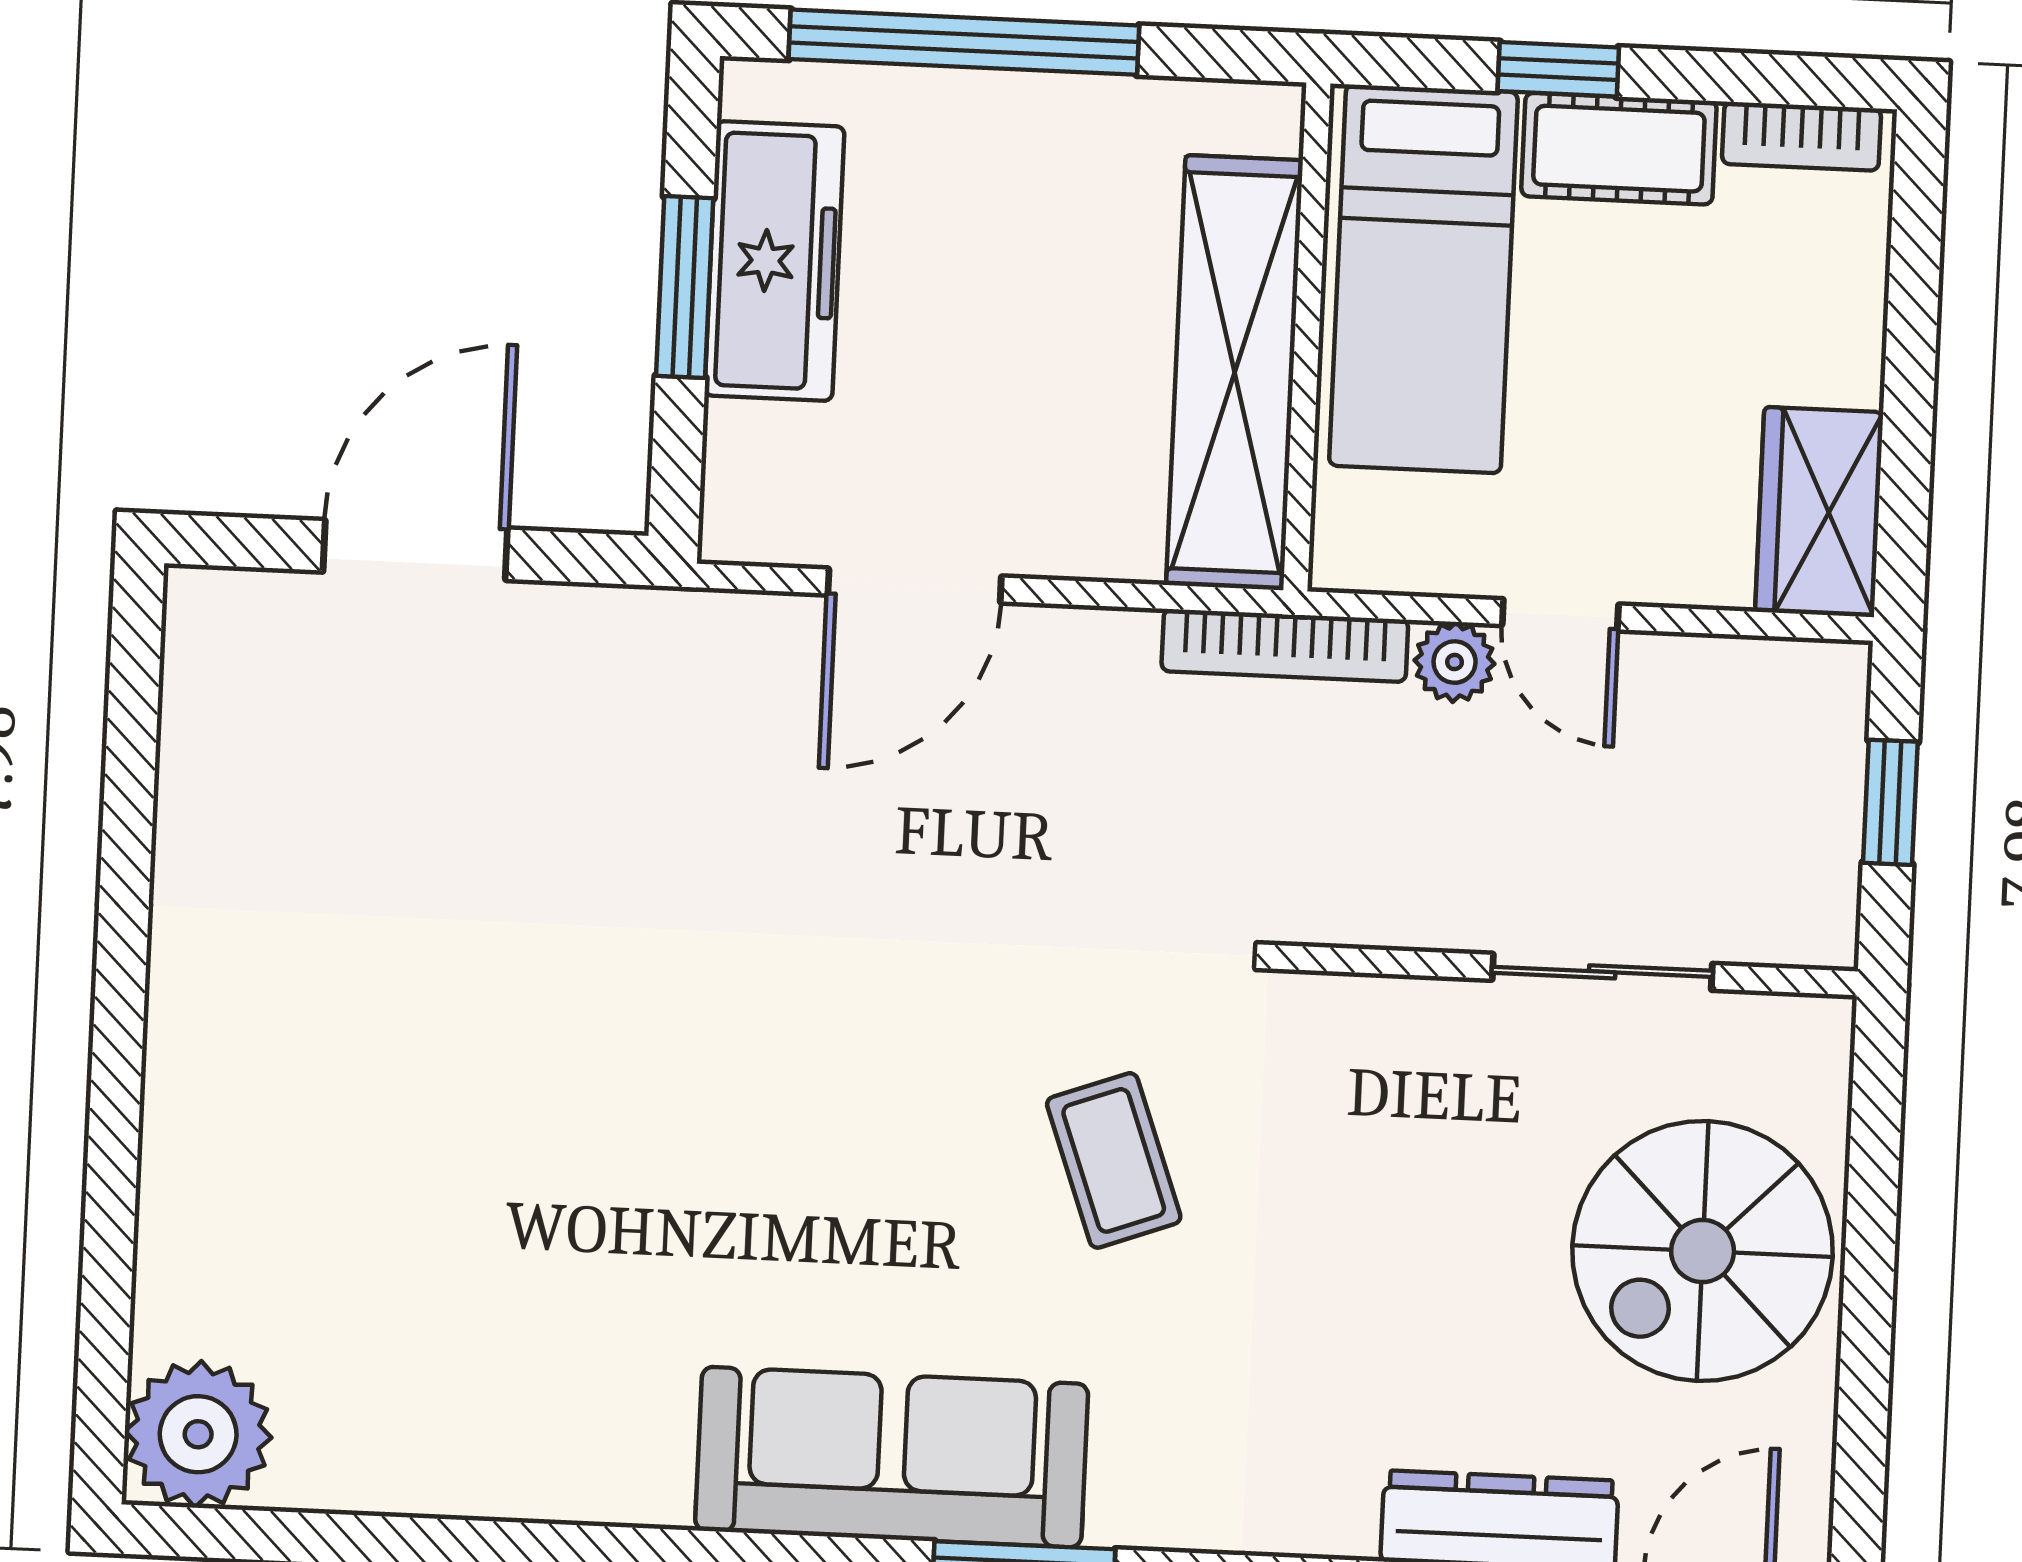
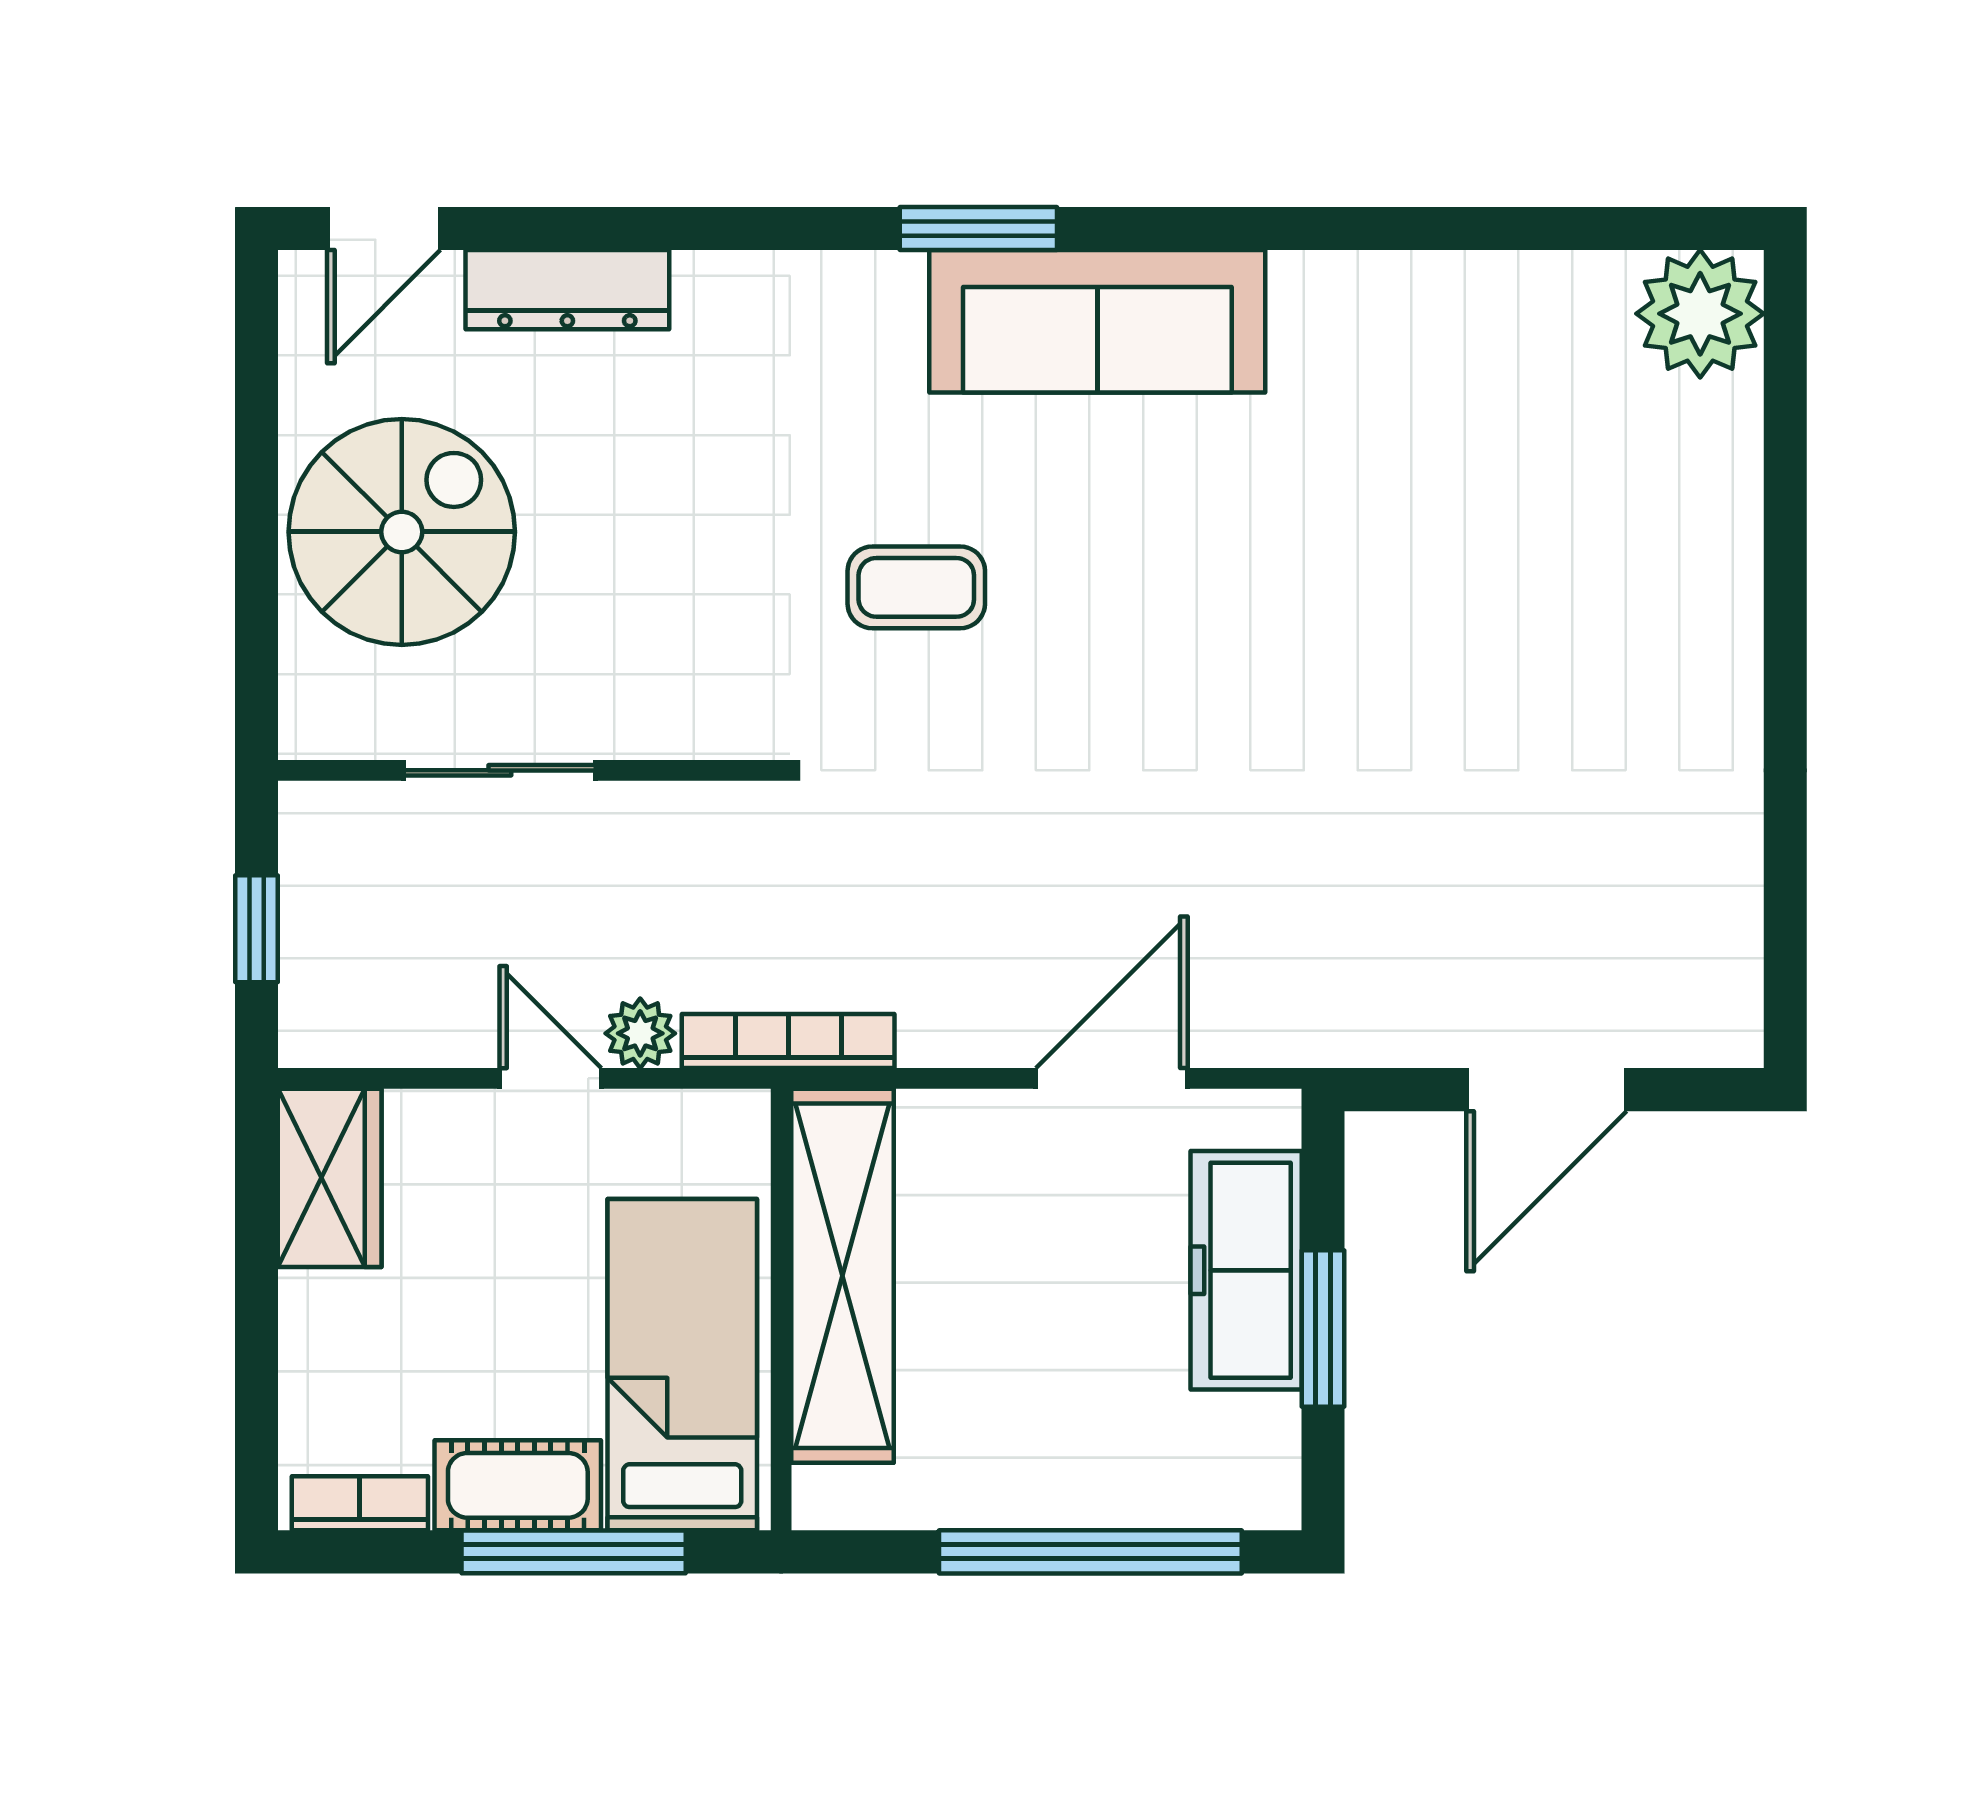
window: (1558, 69) -> (574, 1552), width x2.17
freezer: (774, 261) -> (1246, 1270), moved
coffee table: (1114, 1160) -> (916, 587), turned -70

